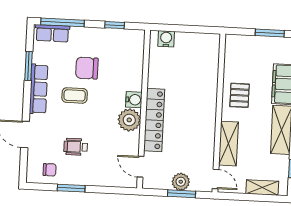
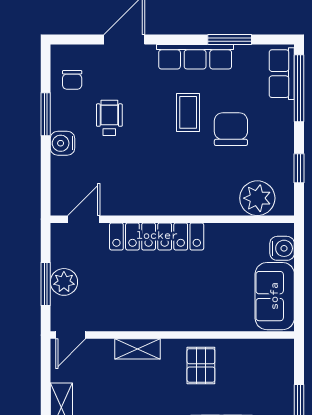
sofa: (197, 45) -> (275, 296), added
pallet: (240, 95) -> (201, 365), turned 90
water cooler: (134, 100) -> (63, 143), moved, turned 90
plant: (129, 120) -> (257, 198), moved
shelving: (229, 144) -> (137, 349), width x0.67, depth x0.75

